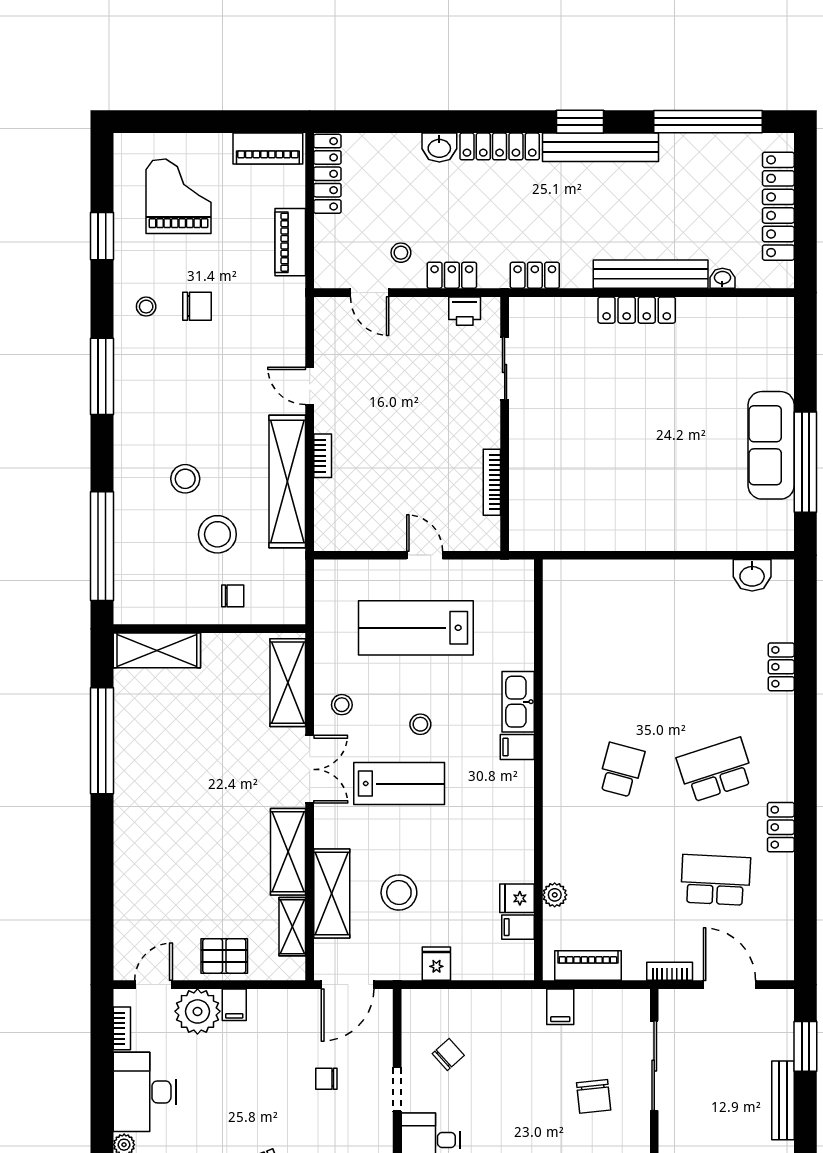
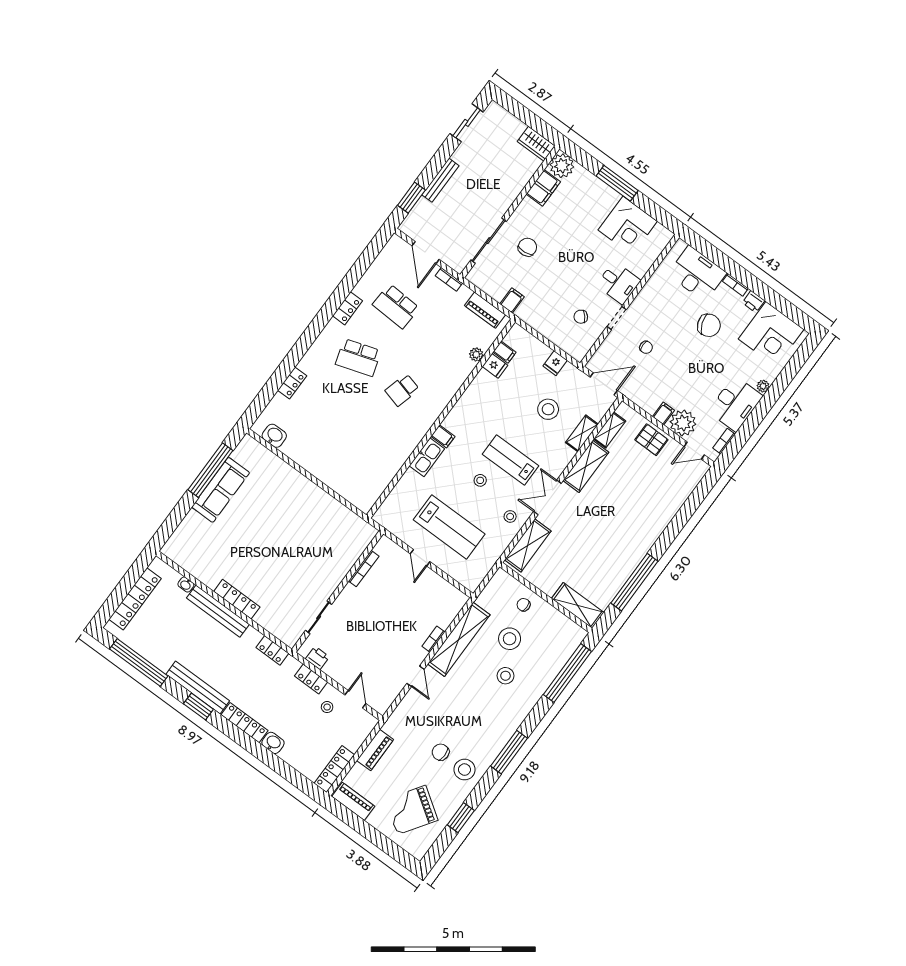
grand piano: (179, 196) -> (411, 810), turned 34
stool: (146, 307) -> (464, 770), width x1.89, depth x1.89
shelving: (332, 893) -> (582, 433), width x0.67, depth x0.75

